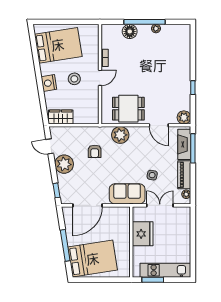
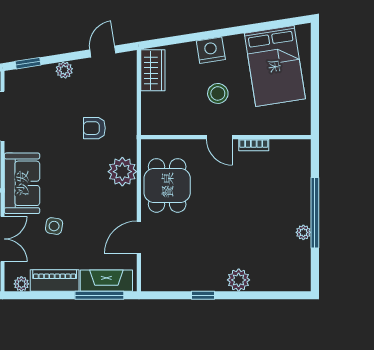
floor lamp: (130, 31) -> (299, 188), removed
plant: (184, 117) -> (239, 280), moved
plant: (64, 164) -> (64, 70), width x0.53, depth x0.53

